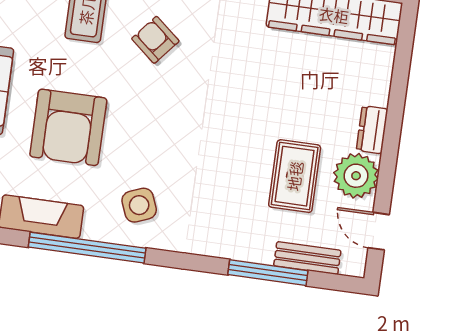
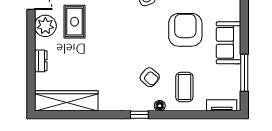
dresser: (372, 130) -> (41, 61), moved

